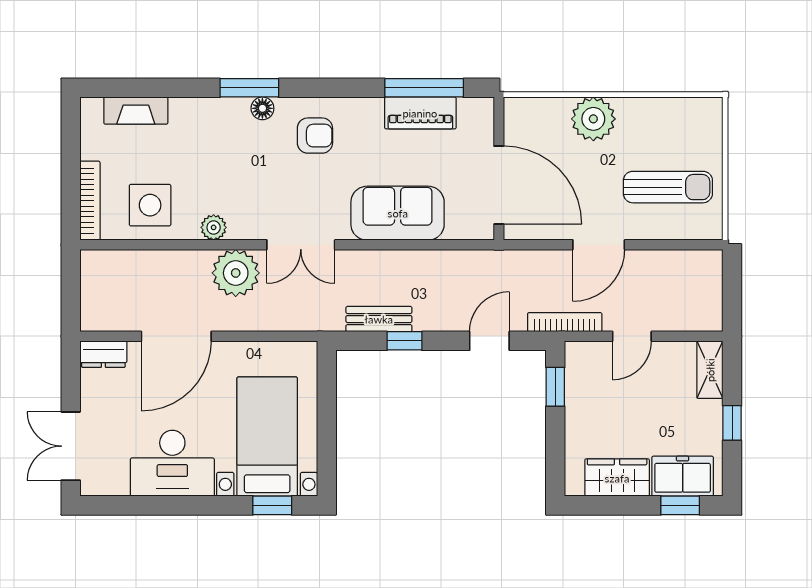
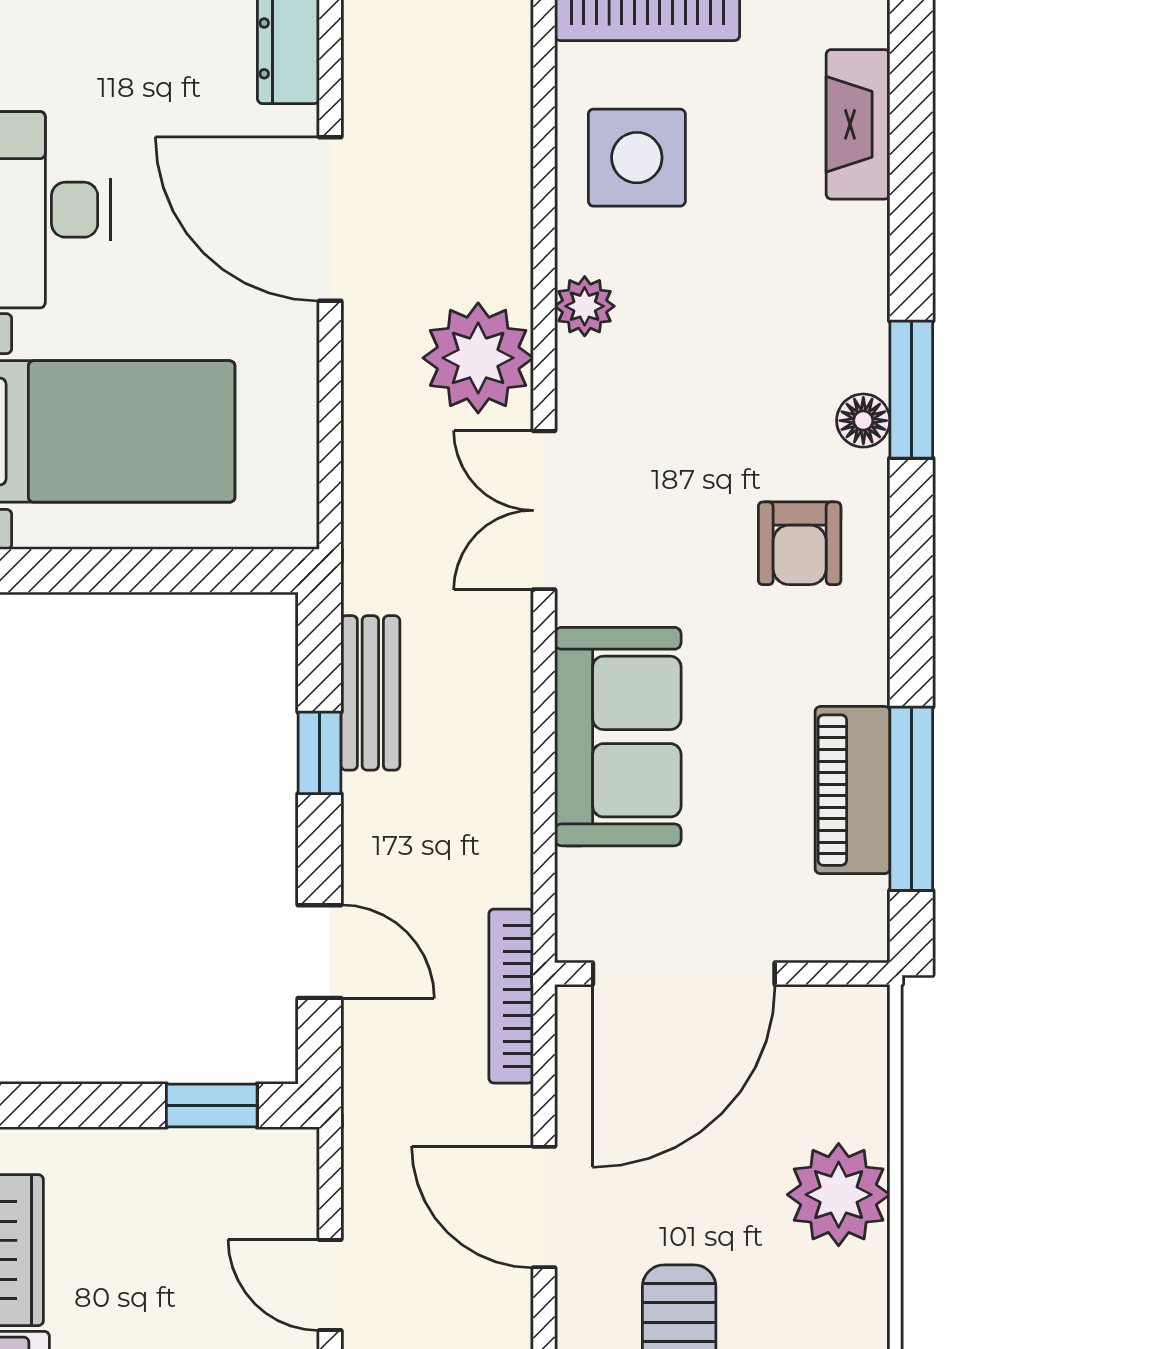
bookcase: (565, 322) -> (511, 996), moved, turned 180

